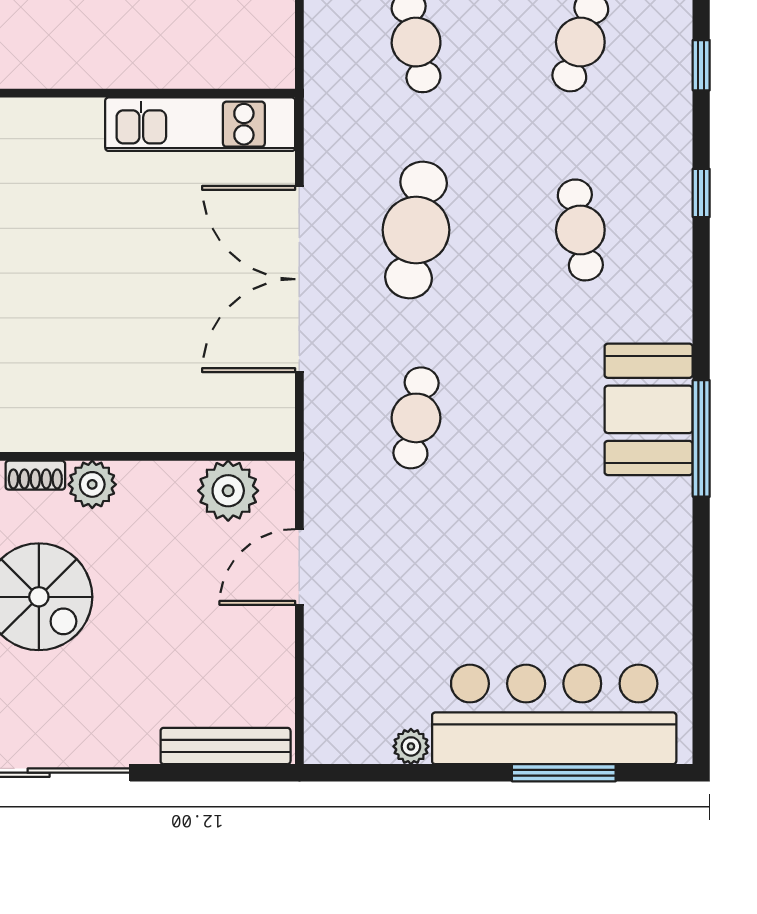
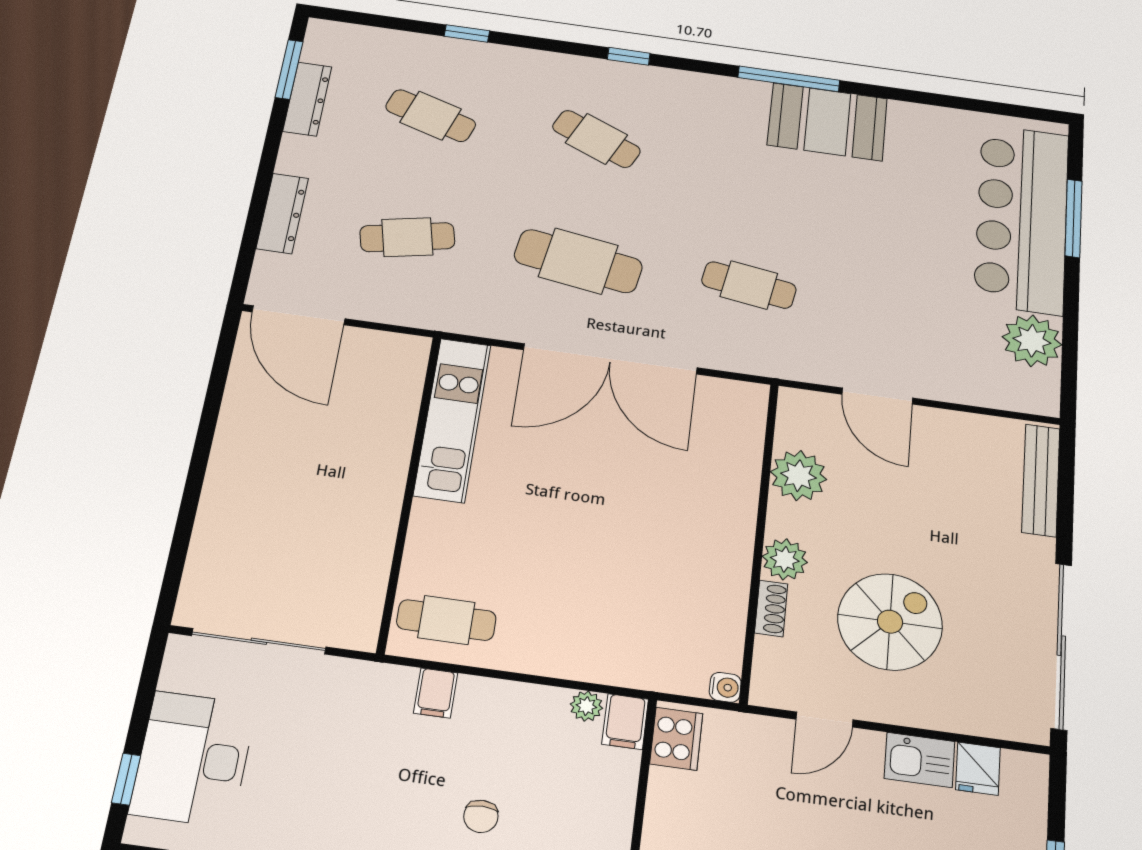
window: (701, 193) -> (629, 56), moved
cafe table: (580, 230) -> (596, 139), turned 33
booth: (649, 409) -> (827, 122), moved
plant: (228, 491) -> (799, 476), moved
plant: (411, 746) -> (1032, 341), width x1.87, depth x1.87

